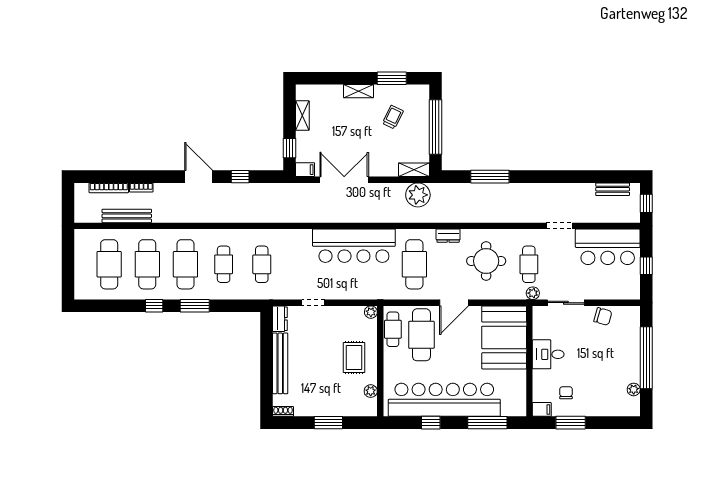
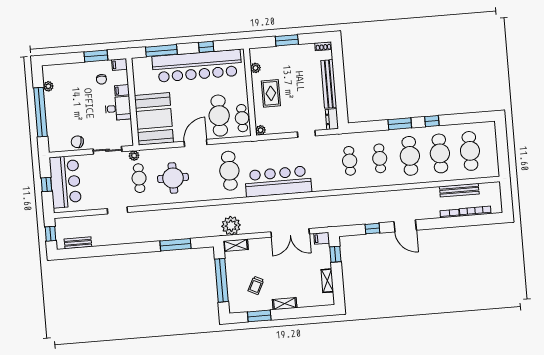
dresser: (448, 236) -> (205, 196), removed
bar counter: (608, 247) -> (65, 182), moved, turned 90
filing cabinet: (541, 377) -> (122, 90), added

